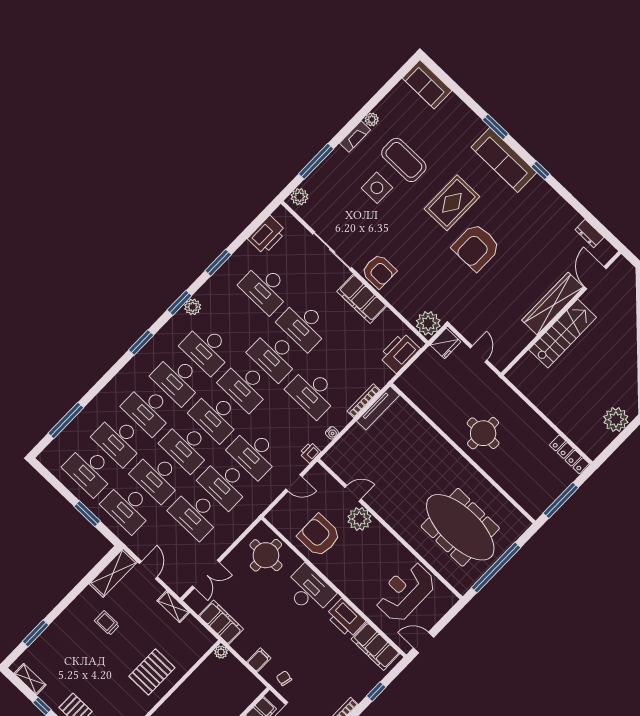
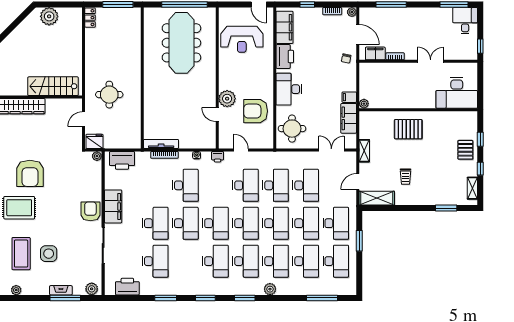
fireplace: (355, 136) -> (61, 290), moved
armchair: (476, 247) -> (30, 173), turned 90
plant: (193, 307) -> (270, 289), moved
plant: (428, 323) -> (97, 156), width x0.53, depth x0.53
stairs: (563, 334) -> (53, 86), moved
round table: (483, 433) -> (109, 95), moved
locker: (569, 454) -> (90, 18), width x0.66
armchair: (319, 536) -> (256, 111), turned 90
filing cabinet: (259, 660) -> (349, 97), moved

